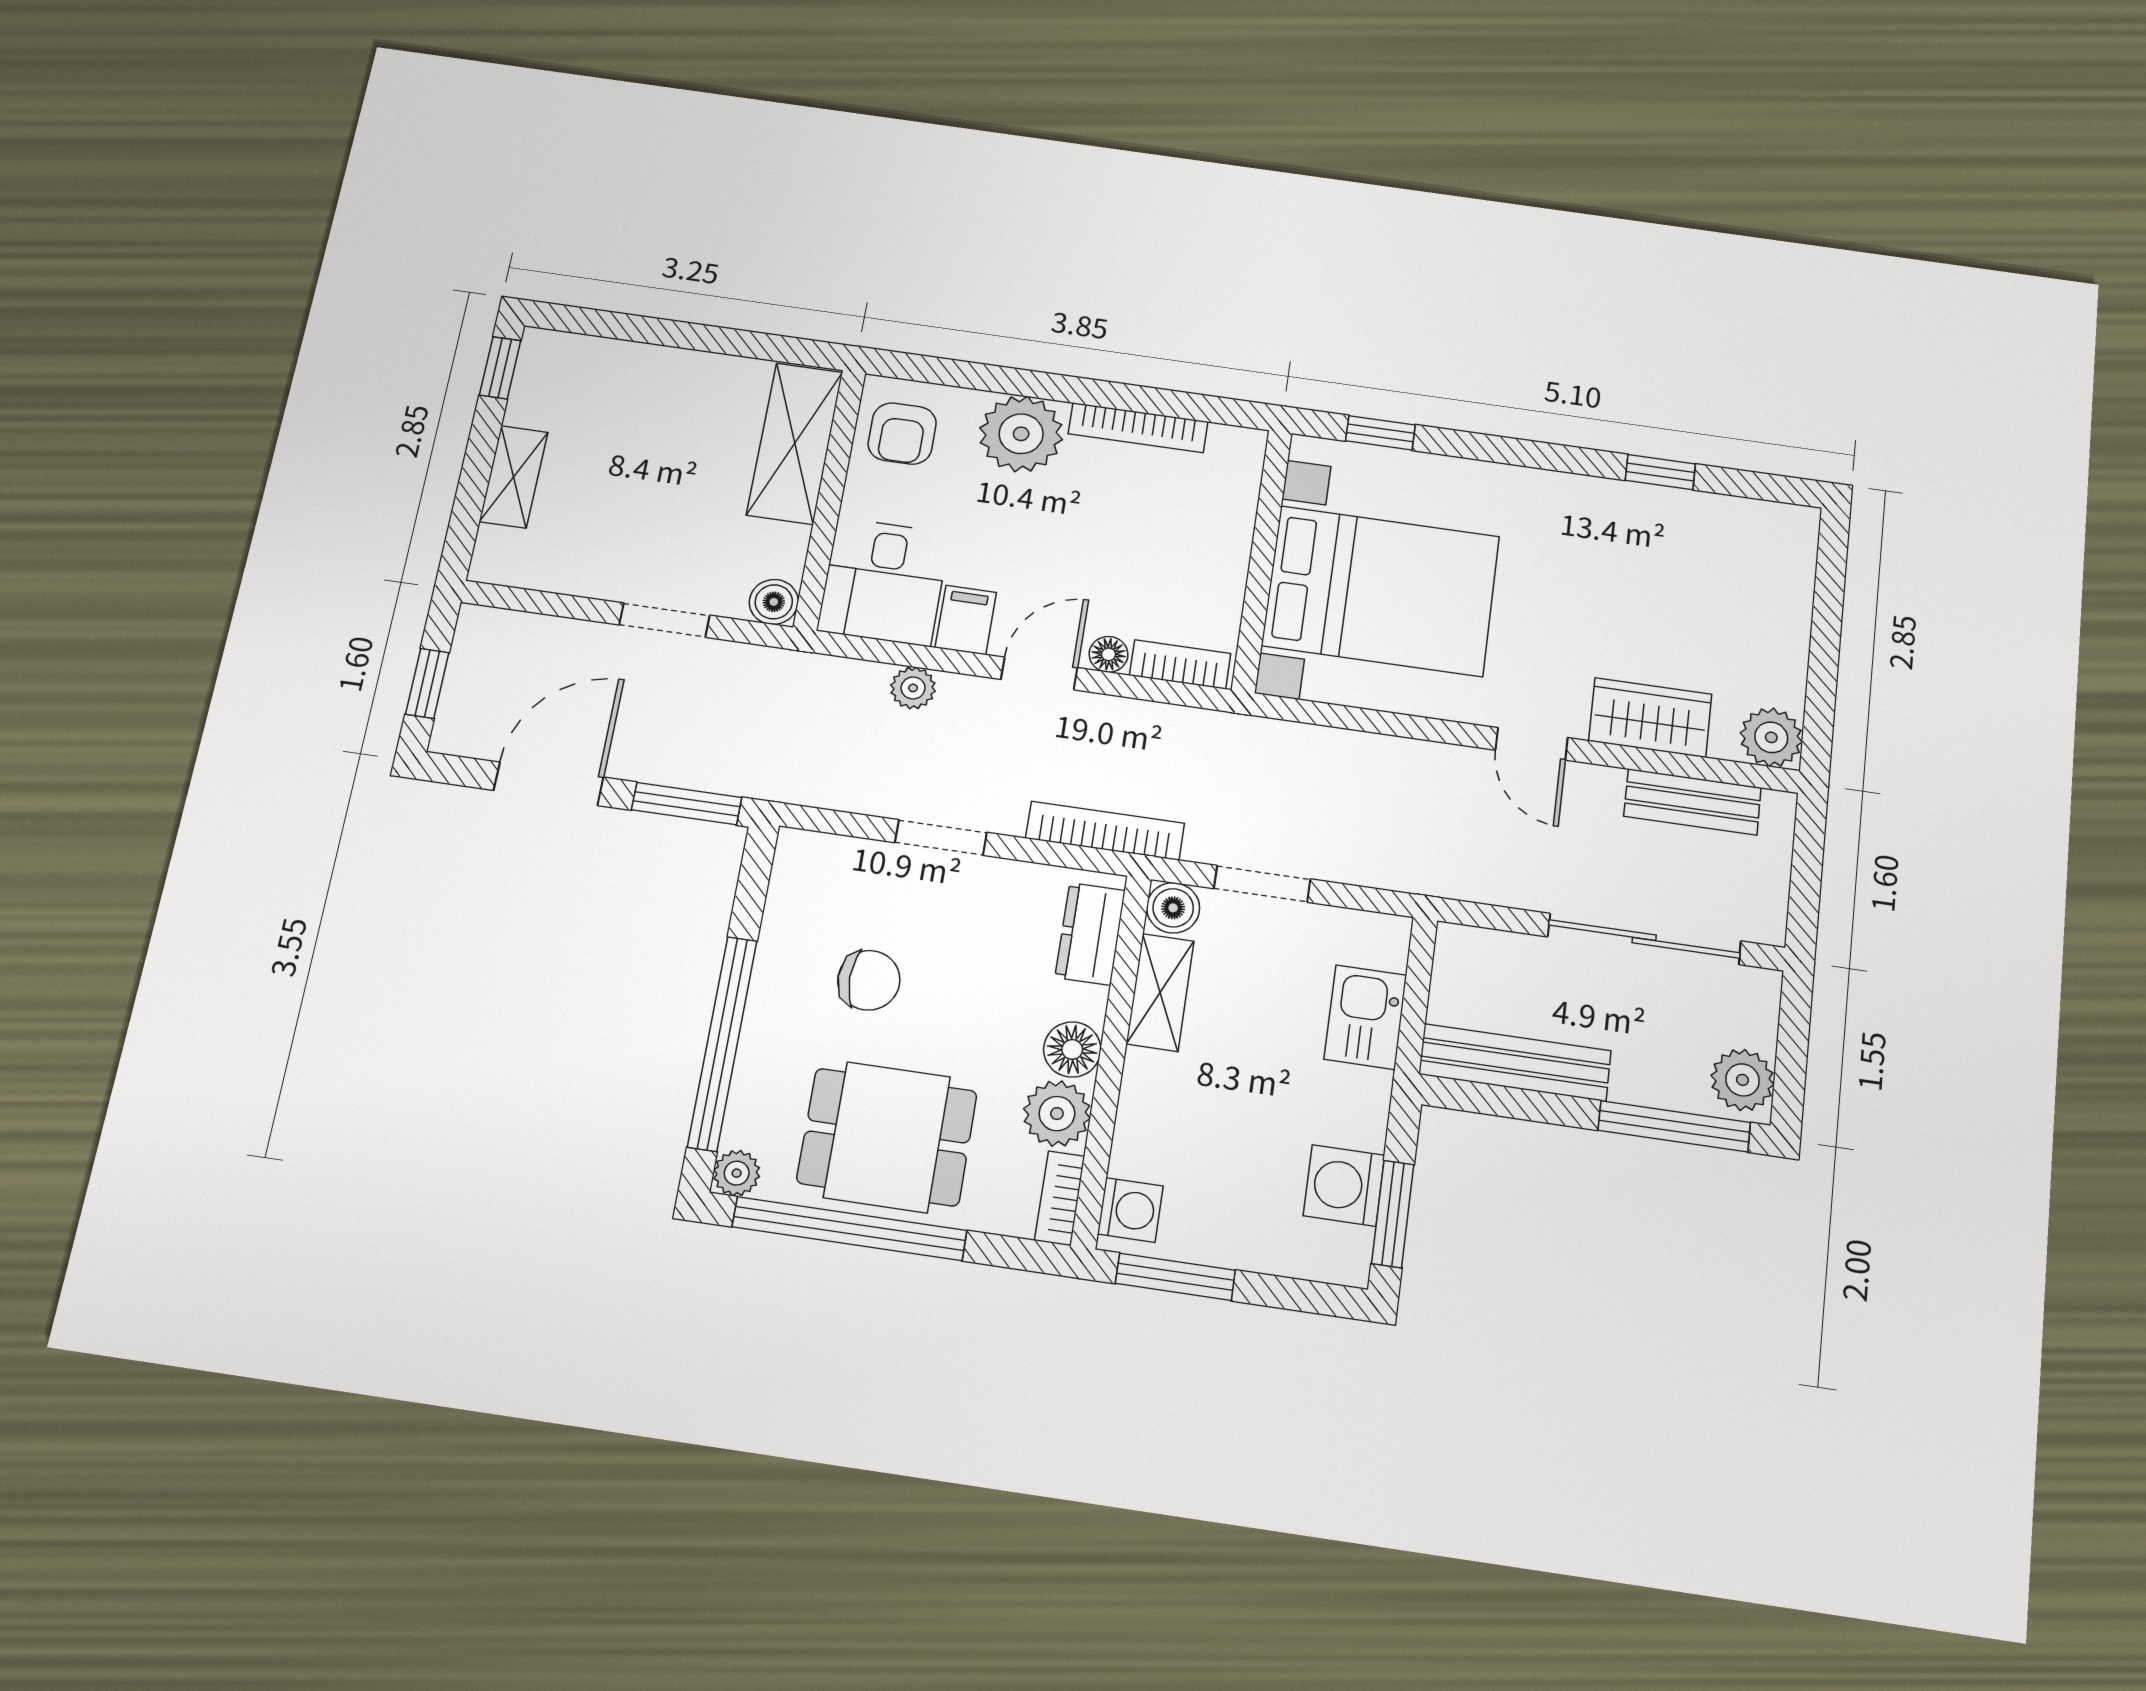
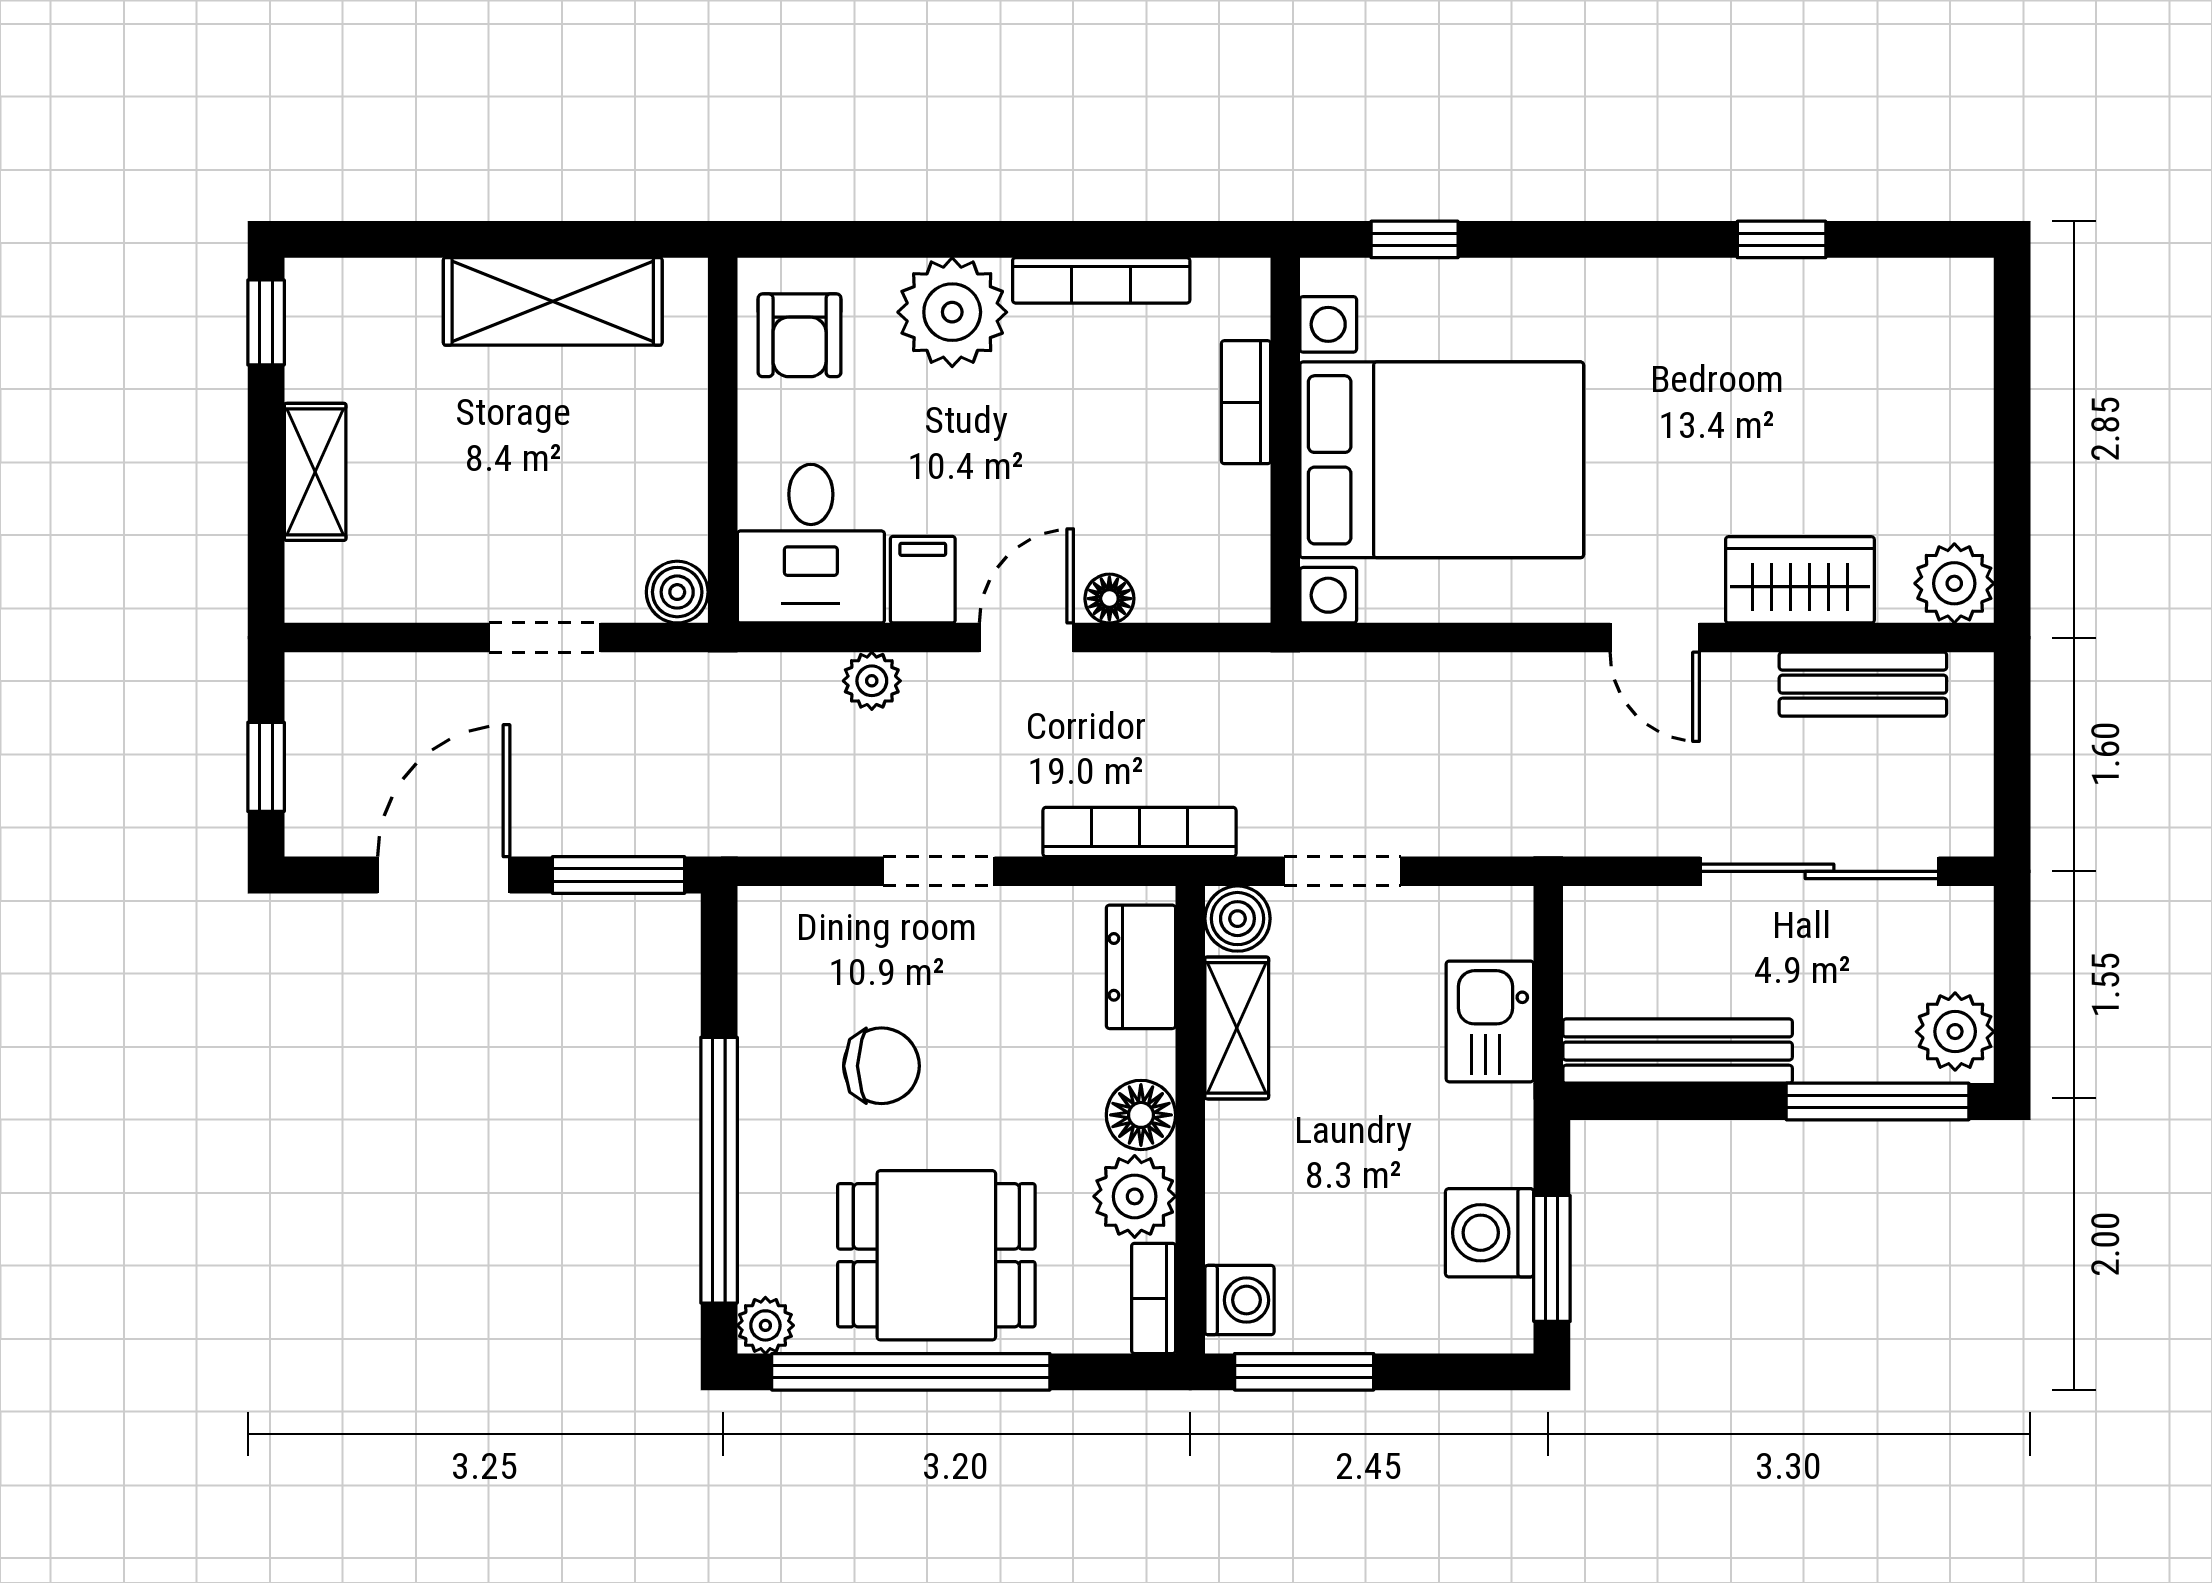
shelving: (795, 443) -> (553, 301), moved, turned 90
bookcase: (1180, 664) -> (1246, 402), moved, turned -90

